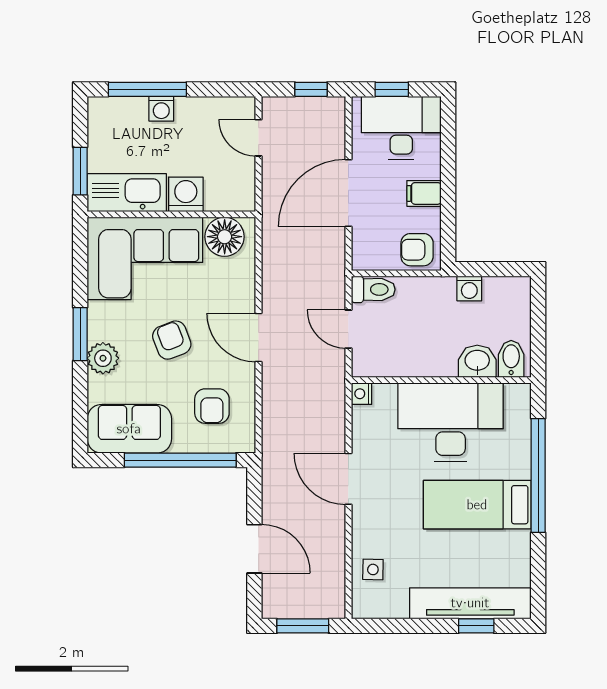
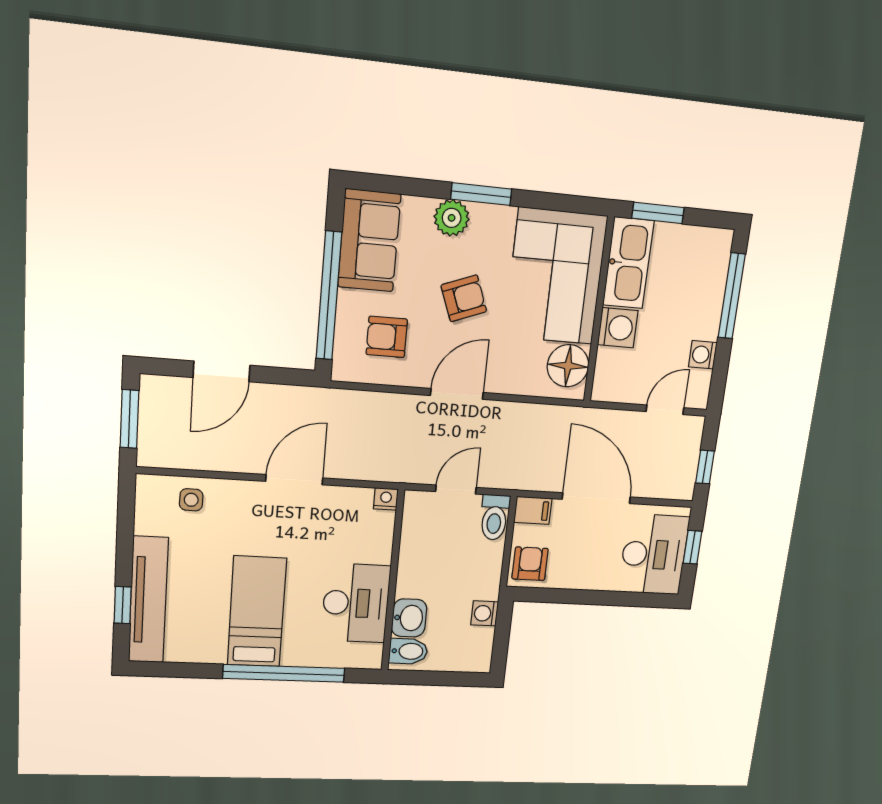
washing machine: (161, 109) -> (703, 355), moved
filing cabinet: (424, 193) -> (533, 510), moved, turned 90
desk: (451, 422) -> (356, 603), width x0.73, depth x0.77

